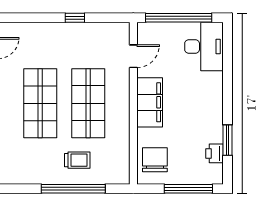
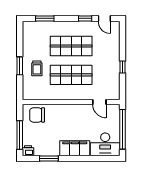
filing cabinet: (150, 102) -> (75, 148), moved, turned 180
printer: (215, 153) -> (28, 151), moved
chair: (155, 160) -> (37, 115), turned 180
window: (73, 189) -> (20, 66), width x0.47

